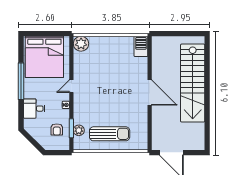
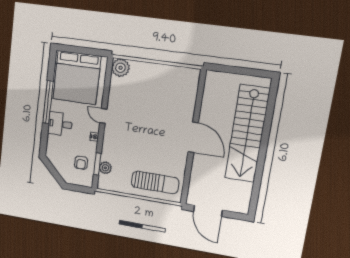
barbecue: (141, 46) -> (191, 80), removed
door: (71, 86) -> (103, 116), hinge flipped
desk: (34, 109) -> (60, 124), moved
sun lounger: (110, 134) -> (155, 182), moved

